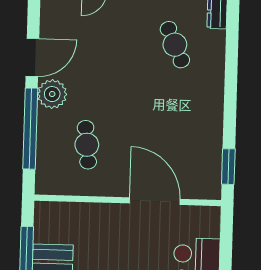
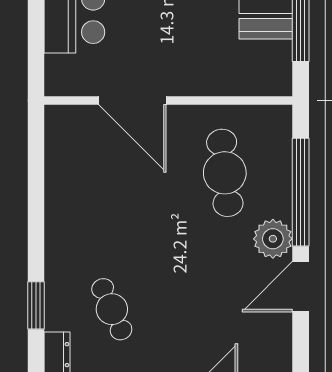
cafe table: (87, 145) -> (225, 173), width x1.37, depth x1.35
window: (228, 167) -> (36, 305), moved

